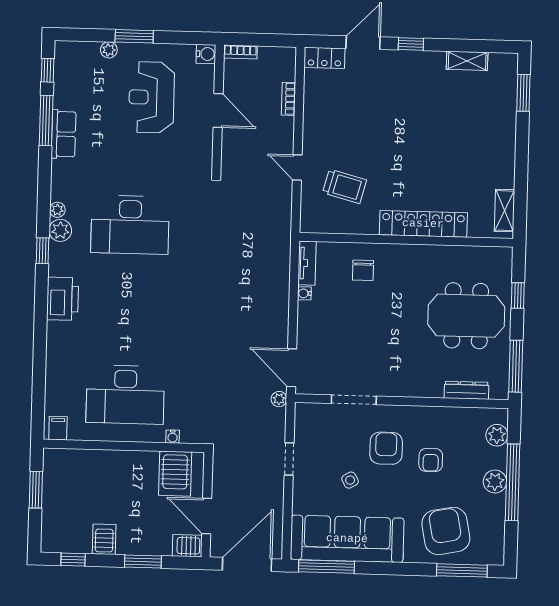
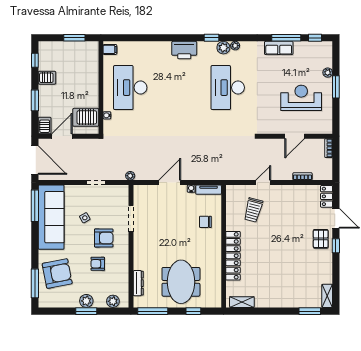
water cooler: (206, 54) -> (327, 128), removed
shelving: (467, 61) -> (327, 296), moved
pallet: (398, 70) -> (321, 239), added
door: (292, 368) -> (170, 183), moved
window: (513, 482) -> (86, 311), width x0.47

